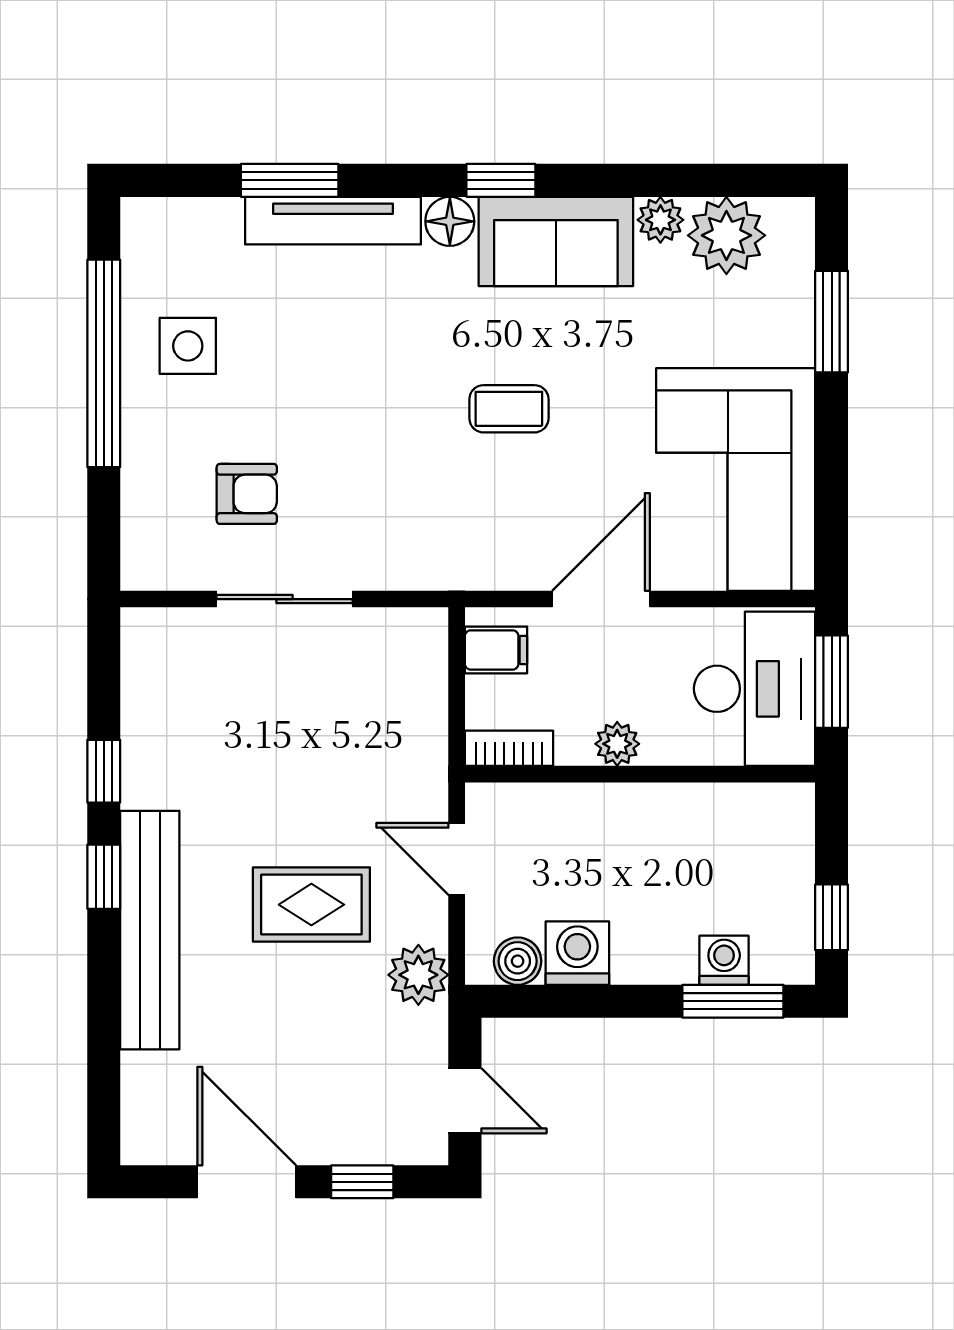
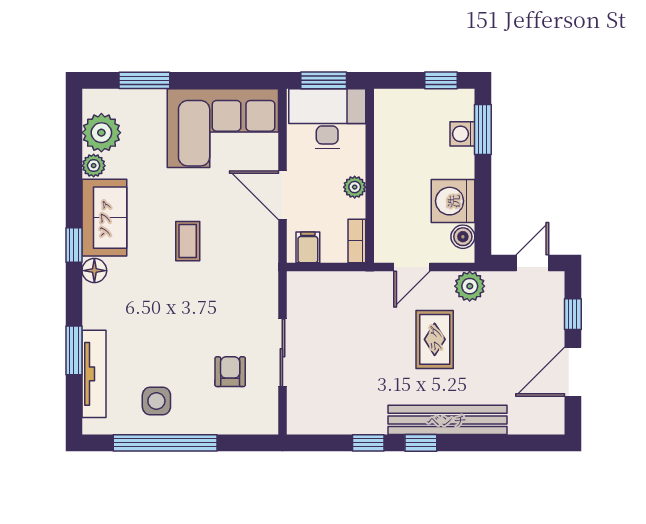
tv unit: (333, 221) -> (94, 374), moved
washing machine: (577, 953) -> (453, 201), width x1.37, depth x1.37

